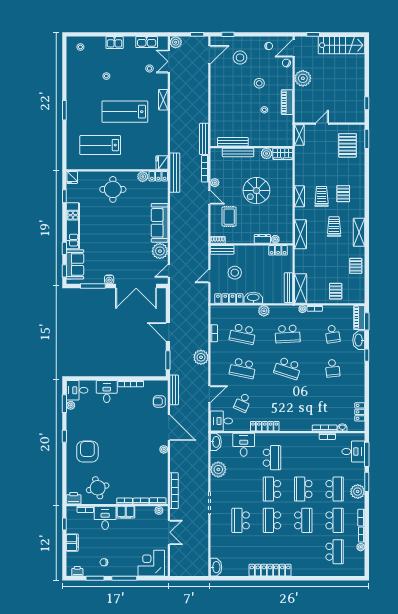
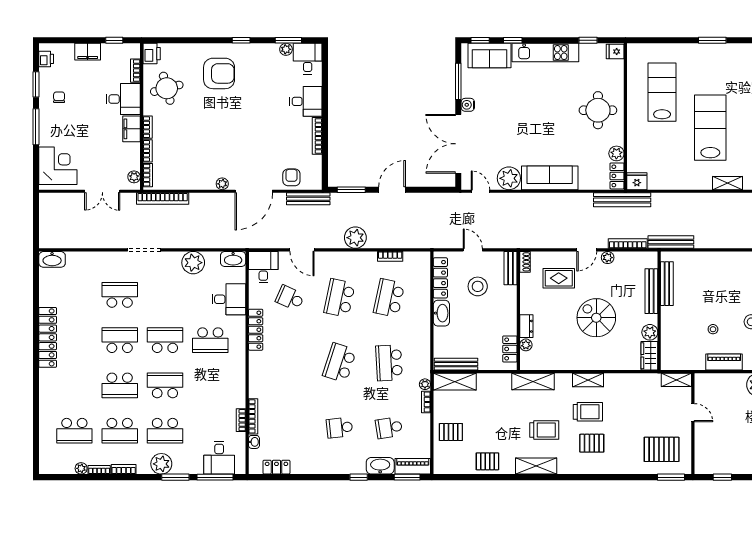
plant: (264, 311) -> (422, 329), removed

